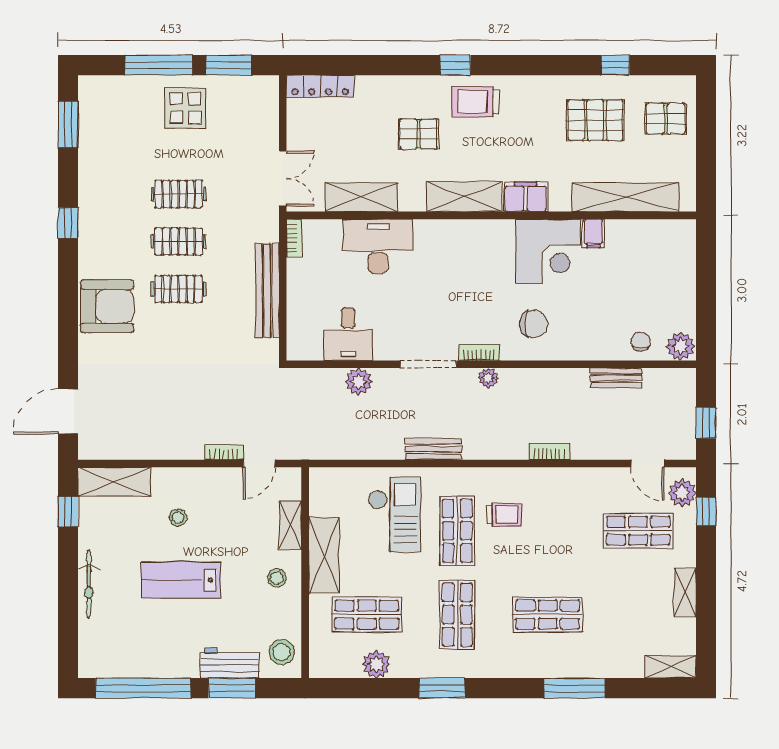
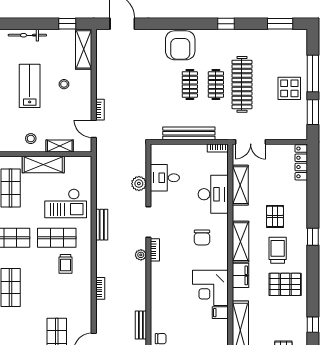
trolley: (476, 102) -> (278, 250), moved
pallet: (595, 120) -> (285, 284), moved, turned 90
clothes rail: (179, 194) -> (242, 84), width x1.86, depth x1.31
chair: (534, 324) -> (202, 237), moved

